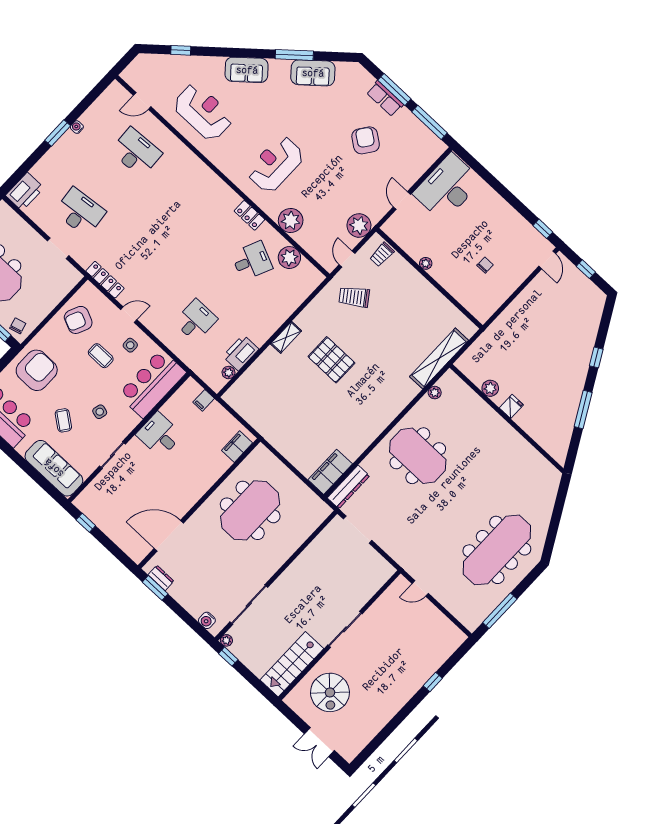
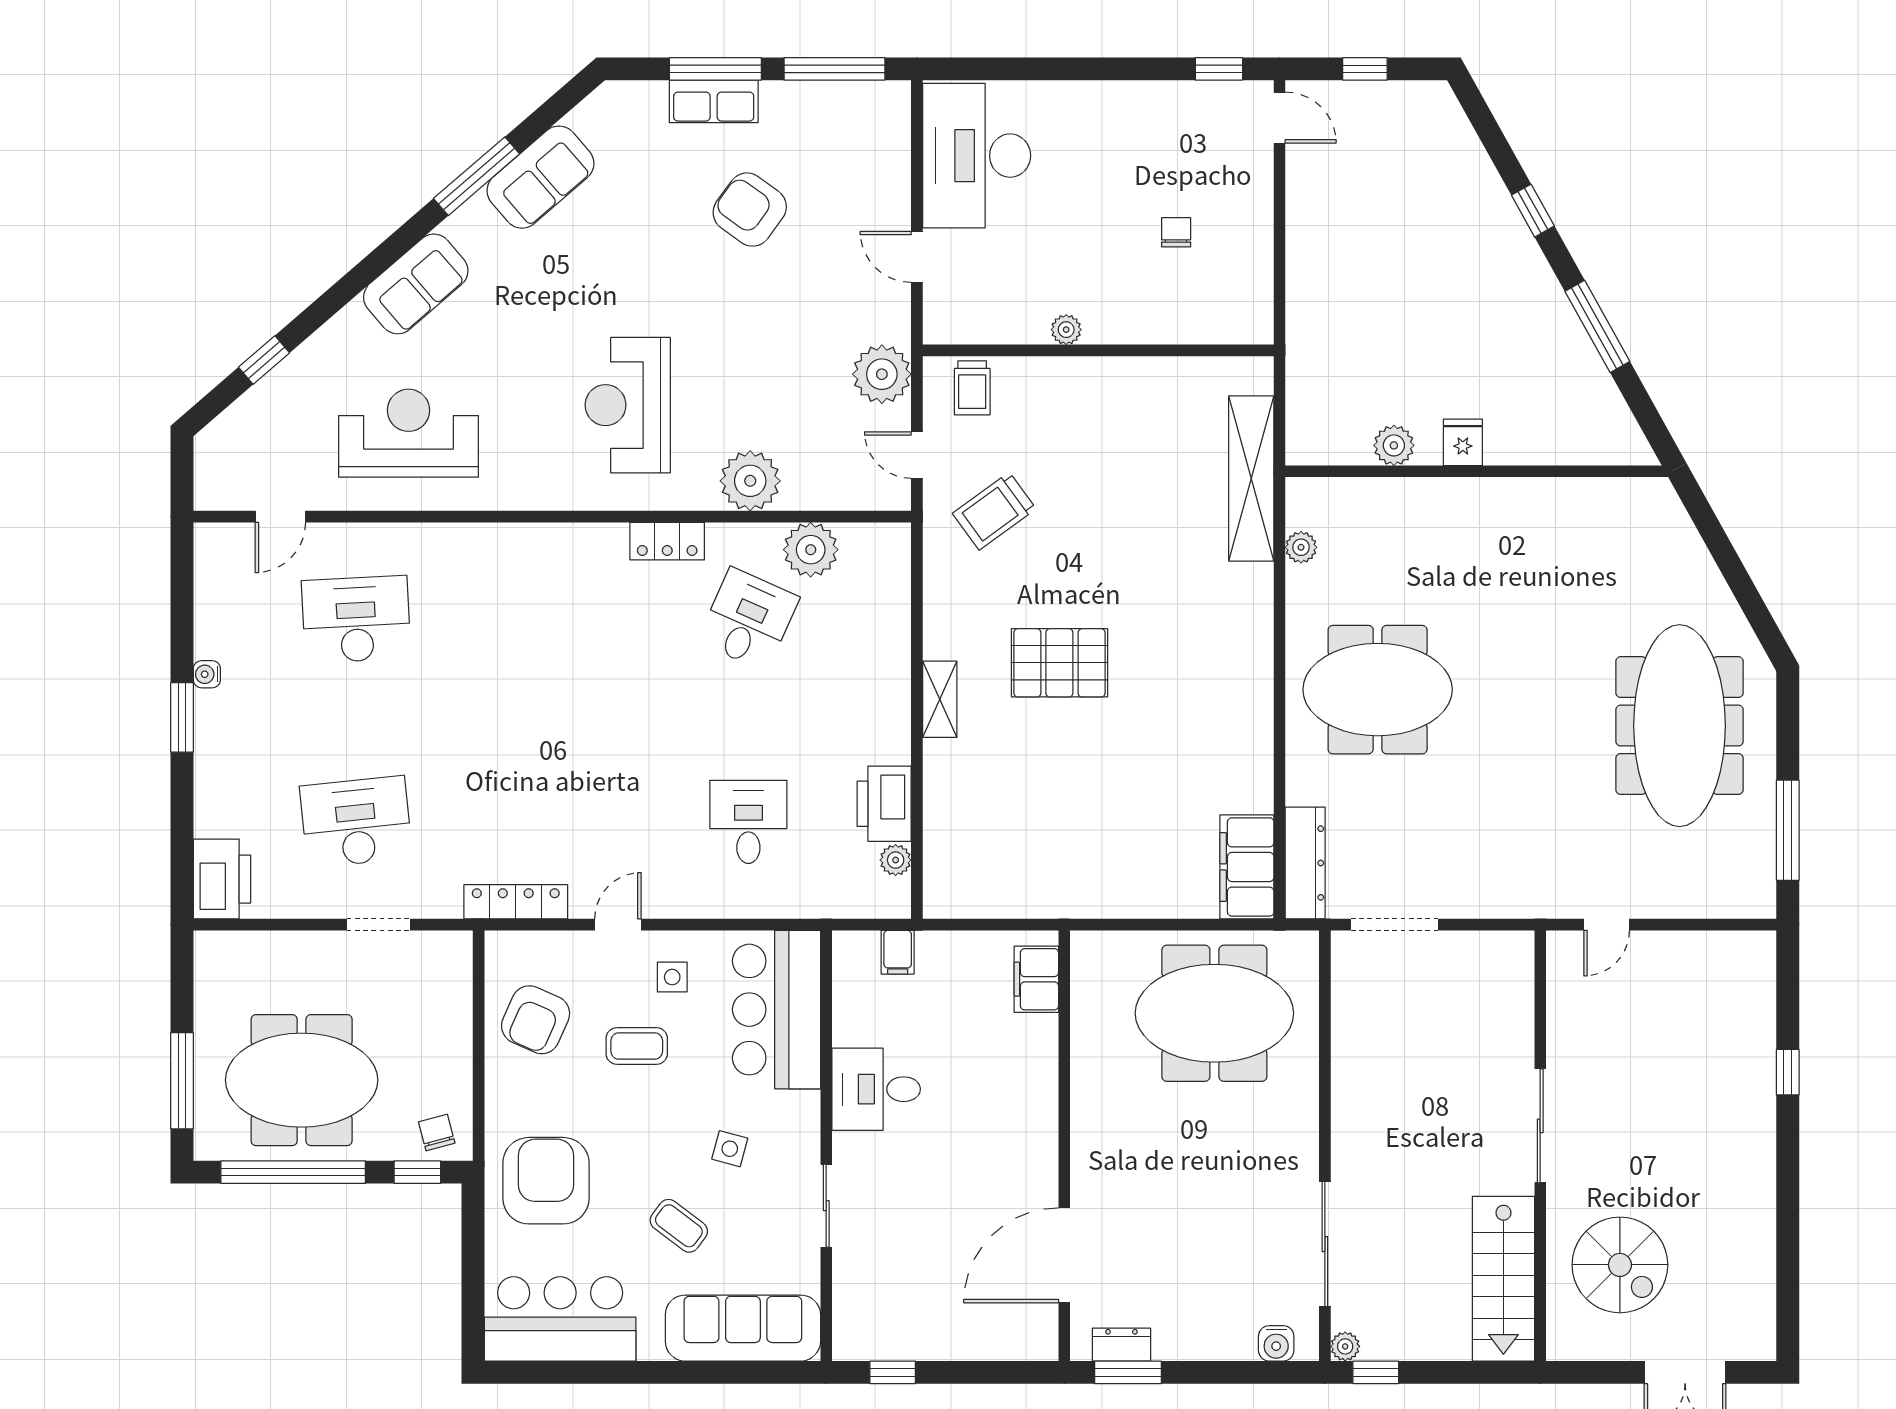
meeting table: (250, 510) -> (1214, 1013), moved, turned 90

